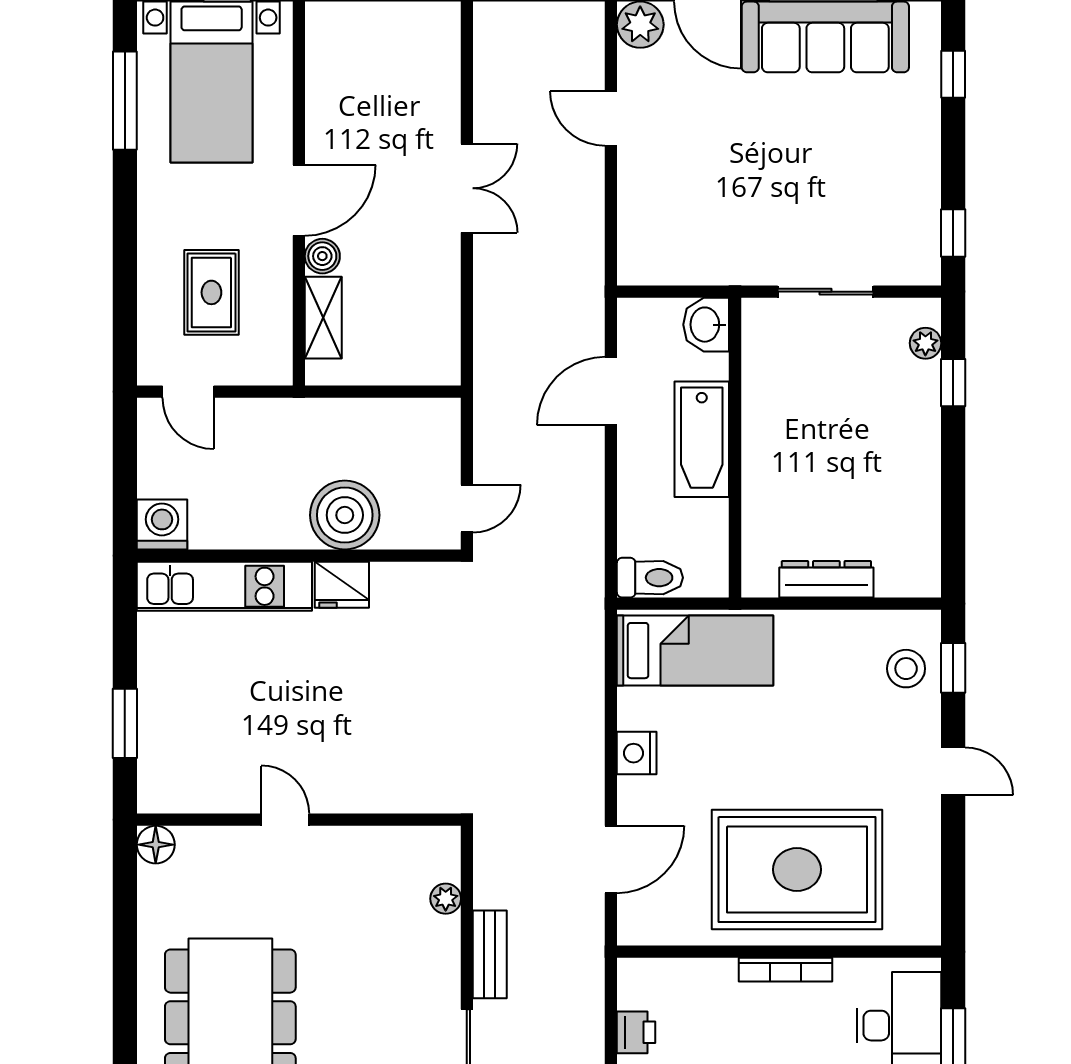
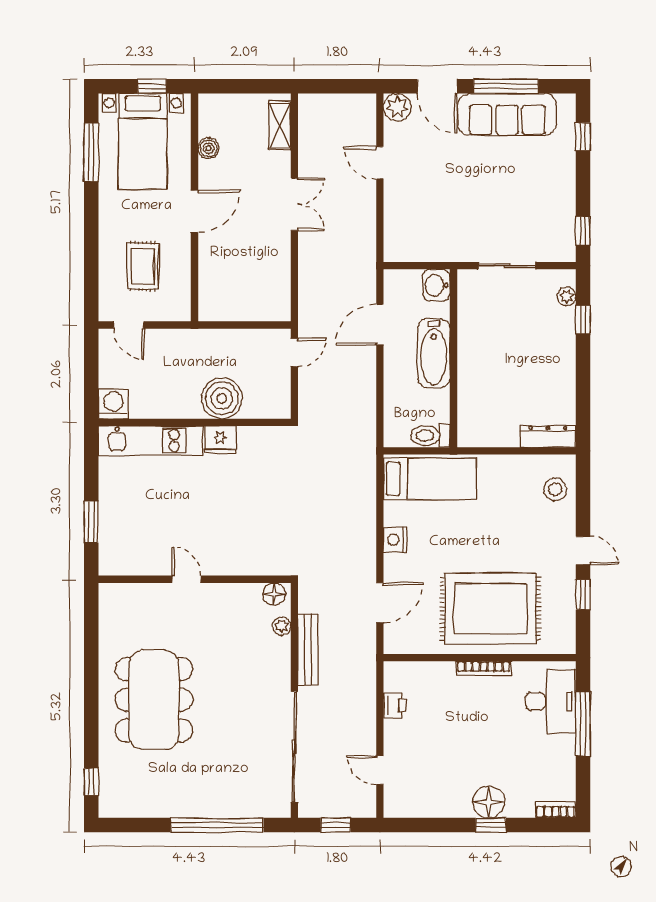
boiler: (322, 256) -> (208, 148), moved
shelving: (323, 318) -> (280, 125), moved
door: (467, 509) -> (294, 353), moved
toilet: (650, 578) -> (430, 435), moved, turned 180
dresser: (826, 579) -> (548, 436), moved
window: (953, 668) -> (583, 595), moved
floor lamp: (156, 845) -> (274, 594), moved
bench: (490, 954) -> (308, 650), width x1.36

